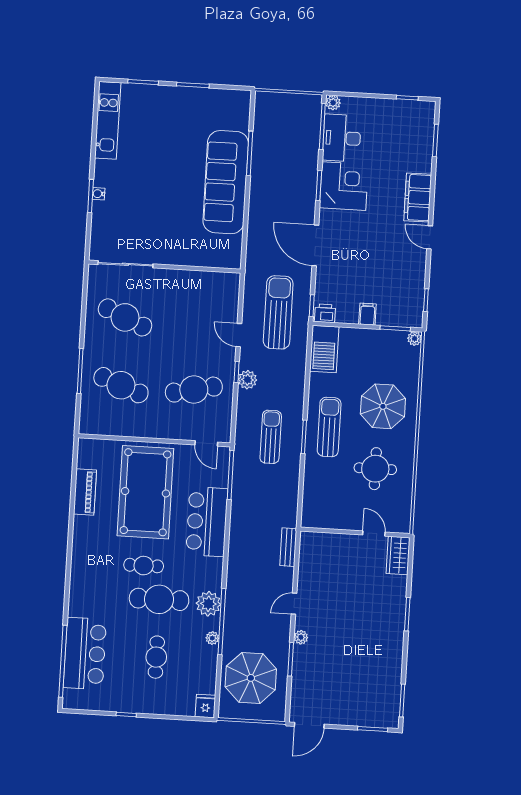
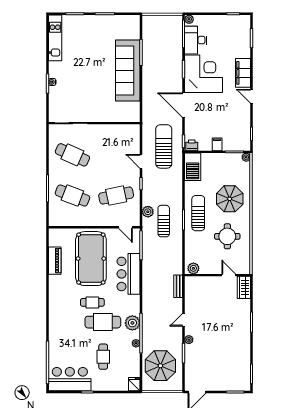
corner desk: (344, 186) -> (203, 74), width x1.36, depth x1.36
plant: (247, 380) -> (148, 212), moved
plant: (315, 519) -> (193, 268), added
bar counter: (85, 654) -> (70, 379), moved, turned -90

